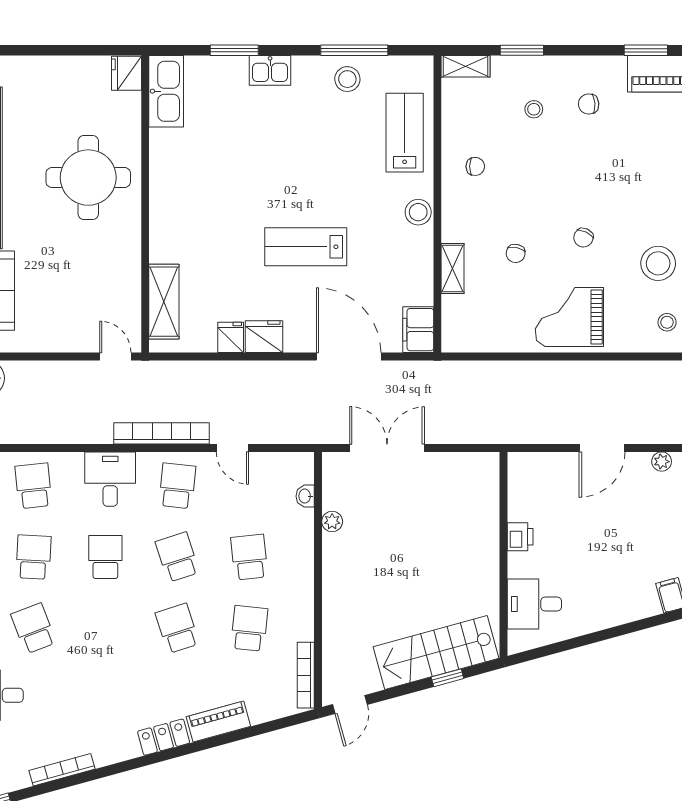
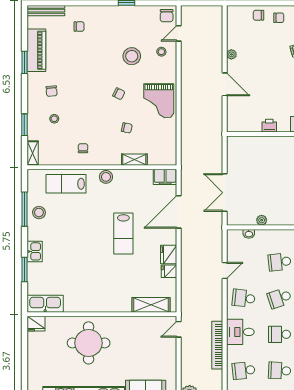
bookcase: (162, 433) -> (217, 345), moved

